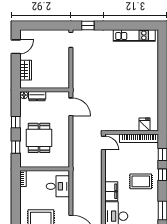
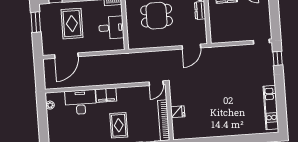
fridge: (145, 124) -> (178, 112), moved
desk: (58, 186) -> (111, 28), moved, turned -90

